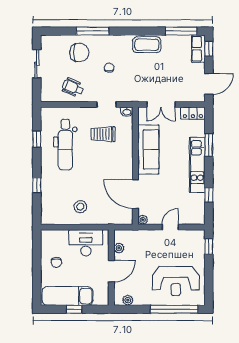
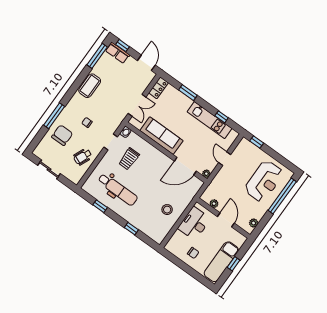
kitchen unit: (197, 165) -> (210, 120), moved

